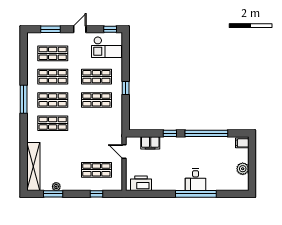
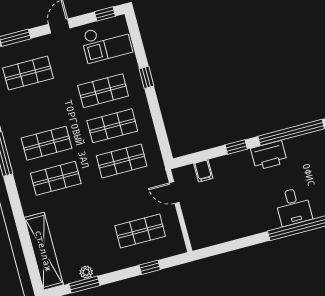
shop shelf: (53, 77) -> (122, 161), moved
window: (126, 88) -> (146, 77), moved
filing cabinet: (150, 143) -> (203, 171), width x0.50
printer: (141, 183) -> (269, 155), moved, turned 180

